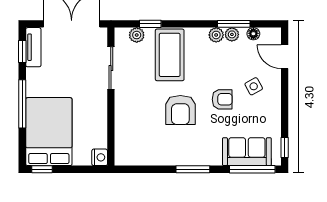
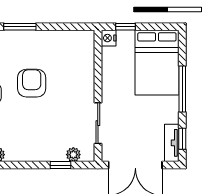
coffee table: (170, 55) -> (42, 136), removed
window: (42, 169) -> (126, 27), moved

